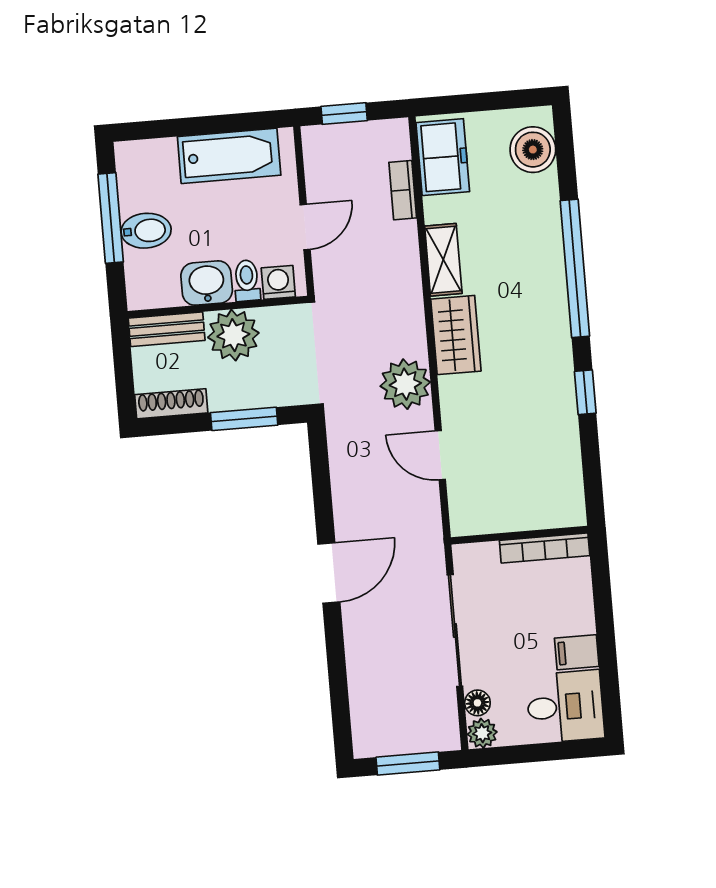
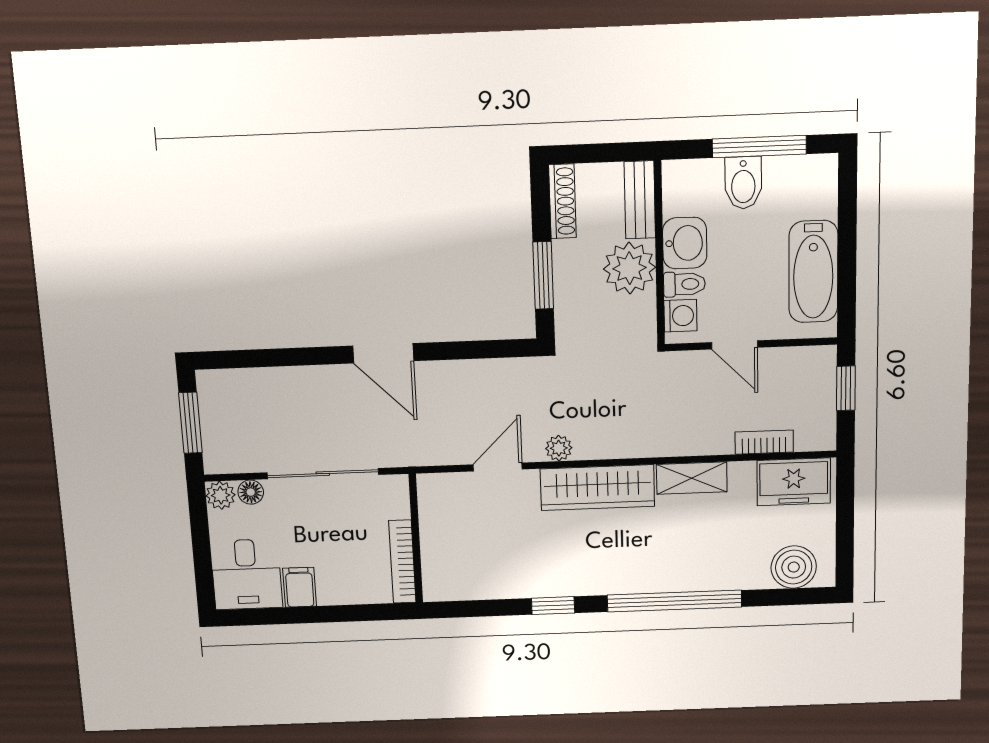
wardrobe: (456, 335) -> (597, 488), width x1.50
plant: (405, 384) -> (559, 448), width x0.53, depth x0.53

